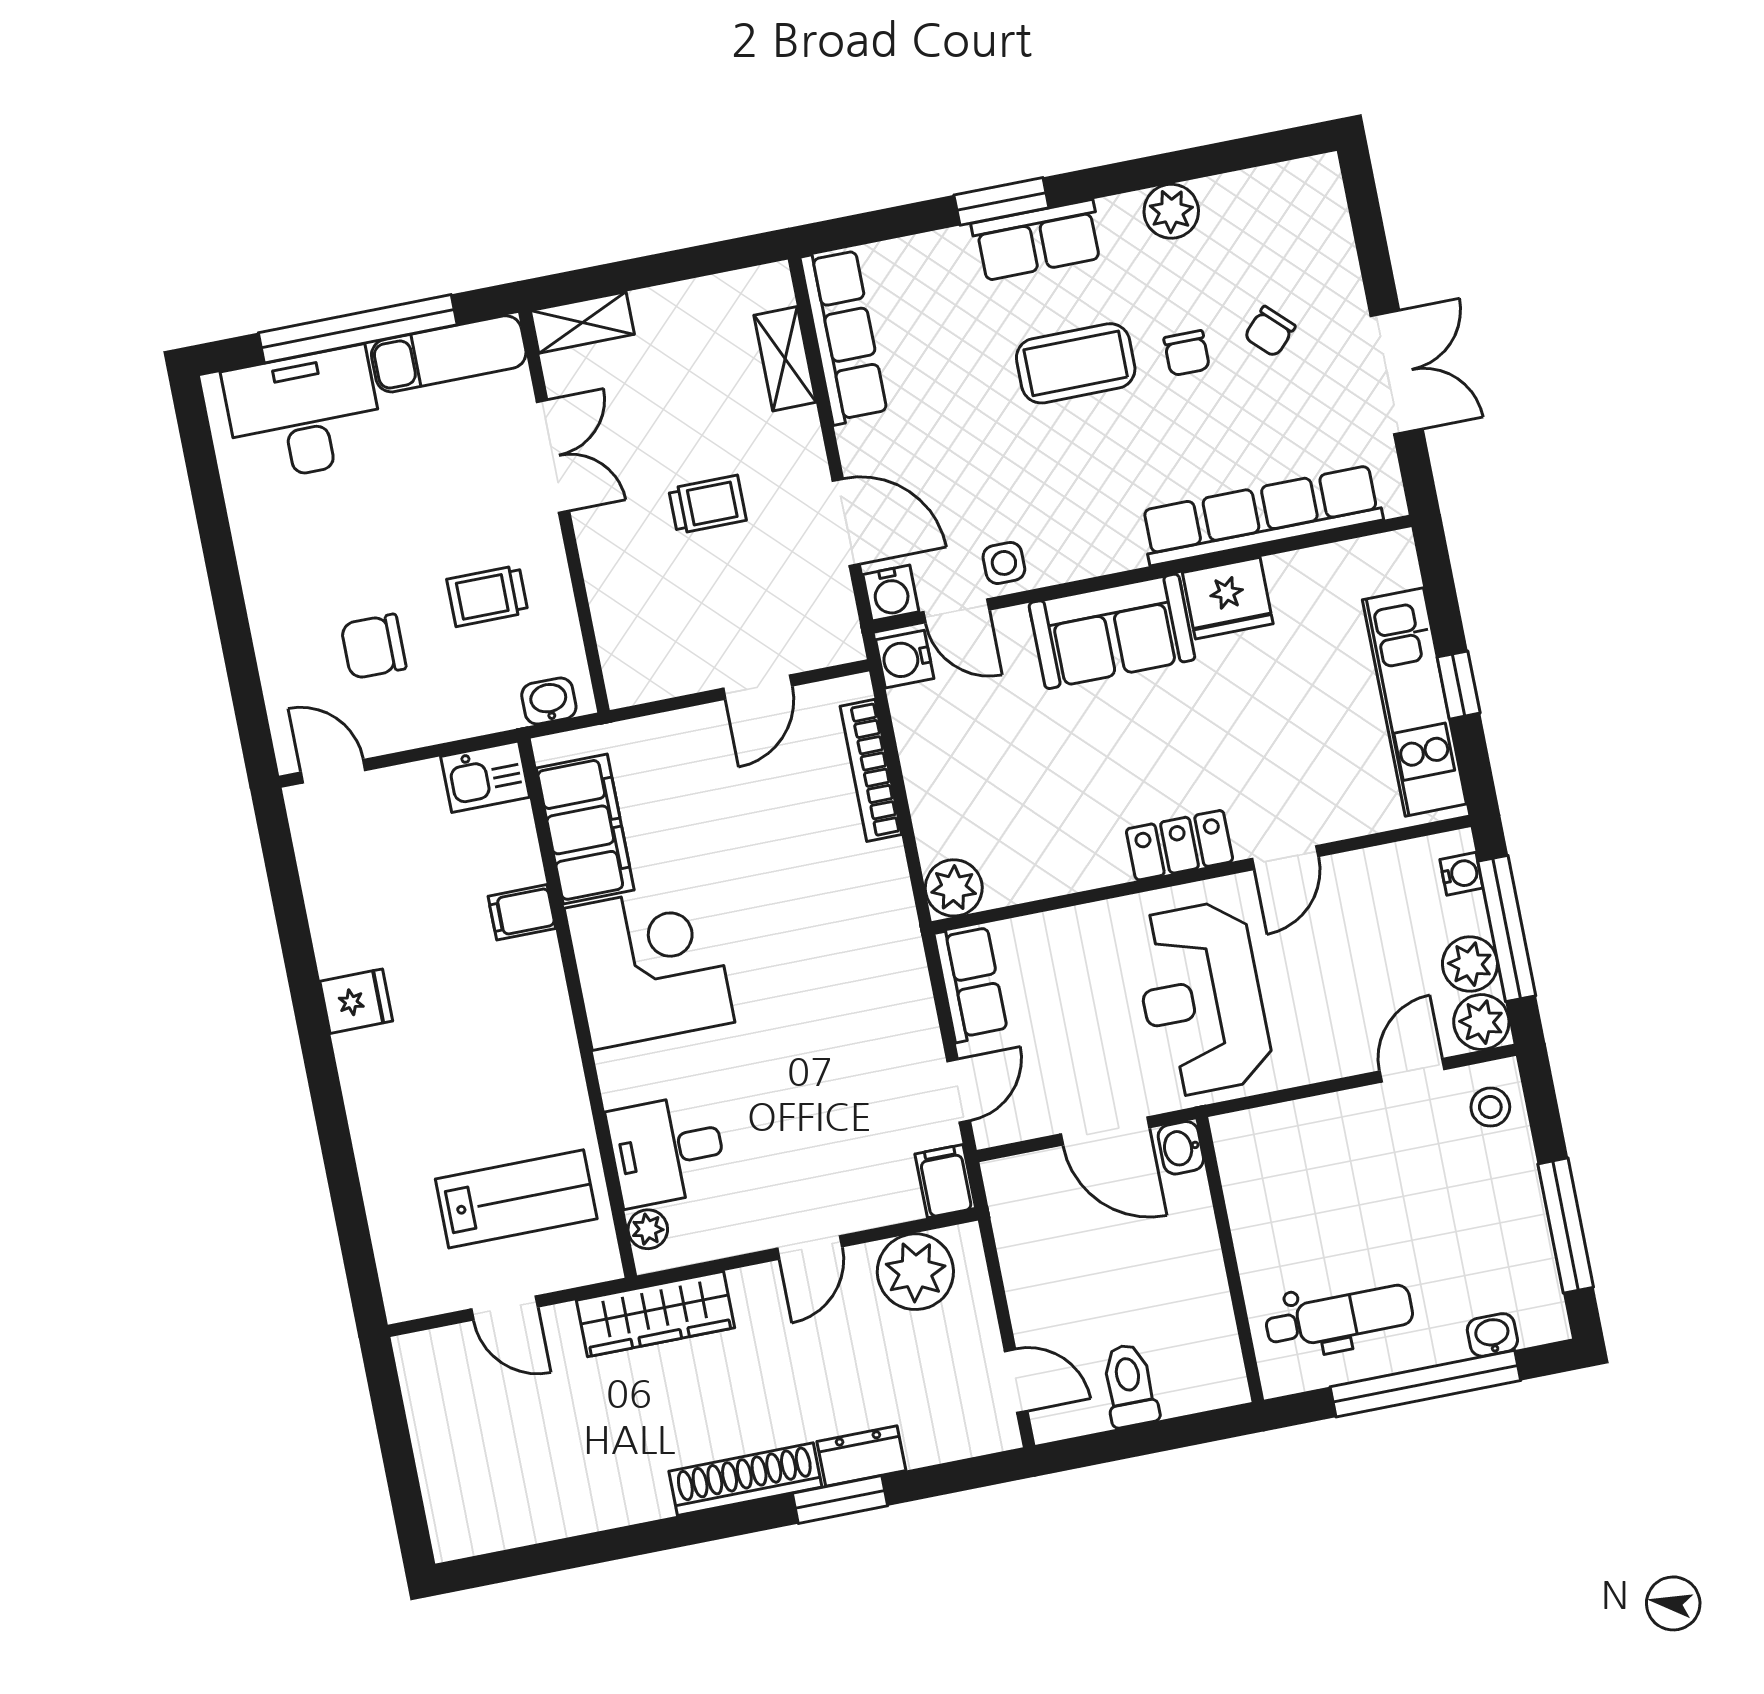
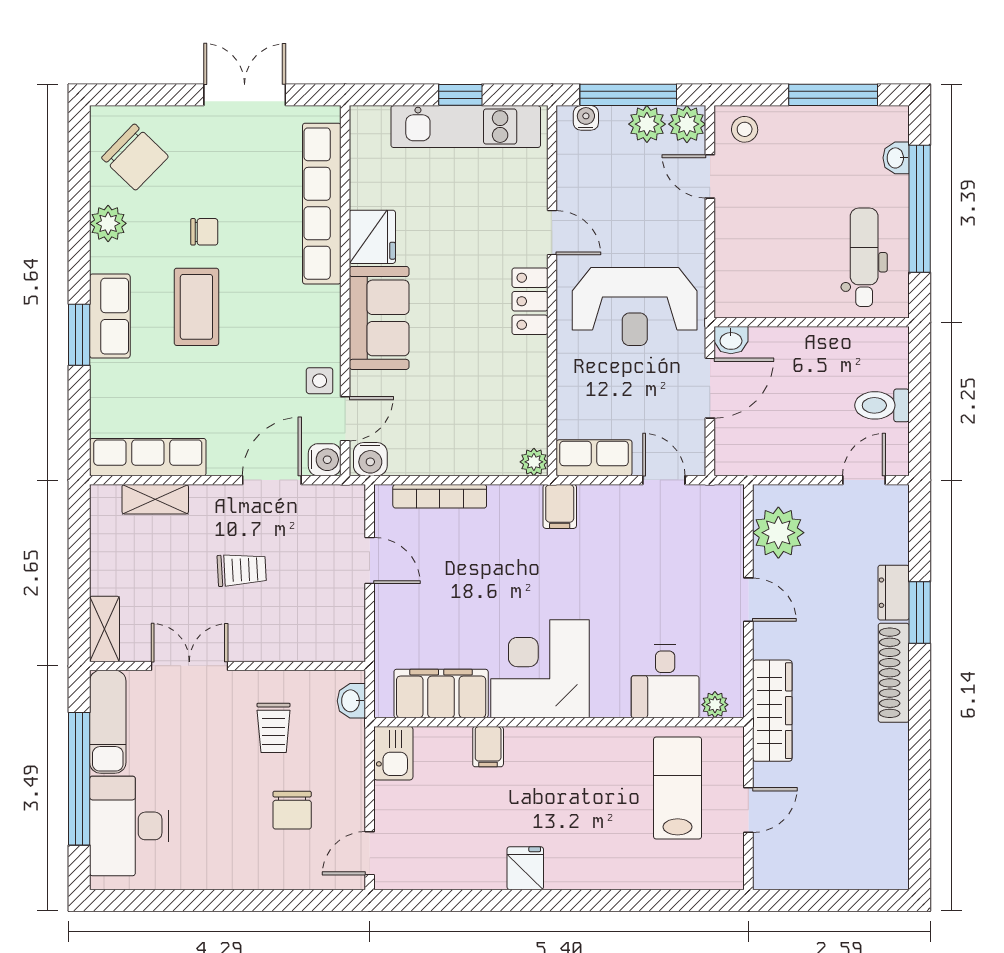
chair: (1270, 332) -> (135, 157), moved, width x1.87, depth x1.87
trolley: (707, 504) -> (242, 570), turned 87
plant: (954, 888) -> (534, 462), width x0.73, depth x0.73
filing cabinet: (945, 1181) -> (560, 506), moved, turned -90

